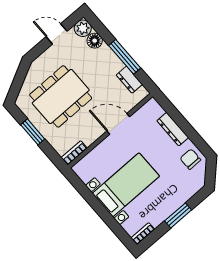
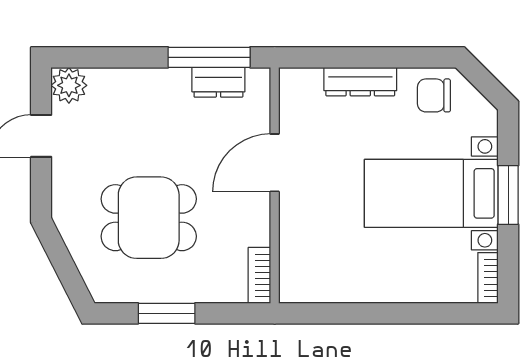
floor lamp: (95, 41) -> (106, 84), removed
window: (125, 57) -> (209, 57), moved
dining table: (61, 96) -> (149, 218), width x0.73
bed with nightstands: (126, 185) -> (431, 193), moved, turned -90

